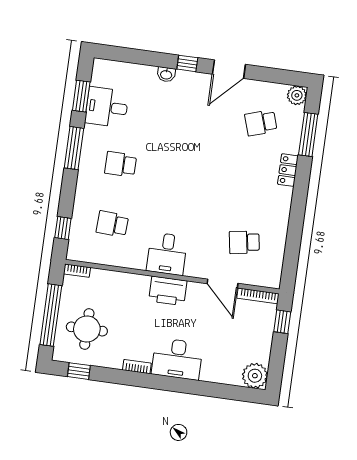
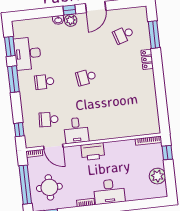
plant: (297, 95) -> (71, 20), moved
desk: (107, 107) -> (28, 53), width x1.37
school desk: (244, 242) -> (86, 77), moved
desk: (167, 254) -> (76, 130), moved
door: (223, 284) -> (53, 147), moved
plant: (255, 376) -> (157, 176), moved

